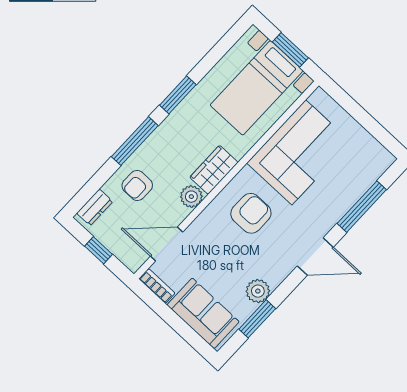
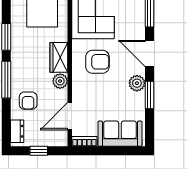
armchair: (251, 213) -> (97, 62), turned 90
door: (315, 257) -> (149, 53), swing flipped
plant: (258, 291) -> (137, 83), moved
window: (257, 319) -> (149, 95), moved

